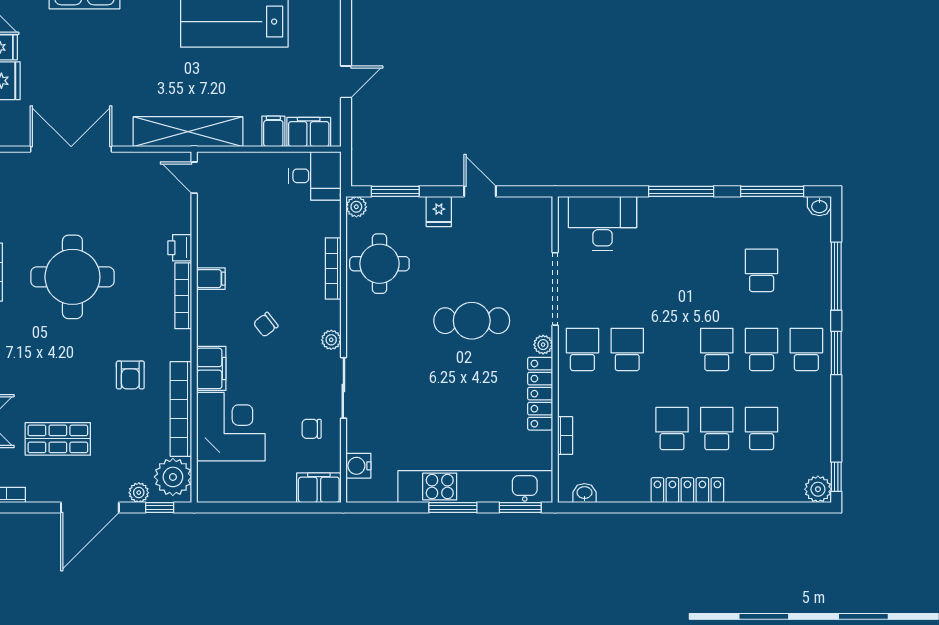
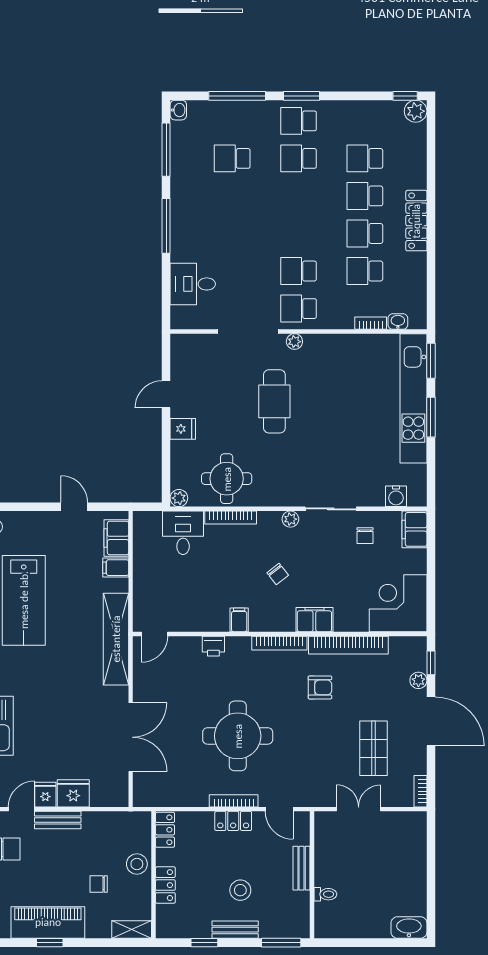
double door: (71, 149) -> (131, 737), swing flipped
desk: (315, 176) -> (183, 533), moved
window: (395, 191) -> (166, 465), removed
desk: (602, 223) -> (193, 284), width x0.73
bookcase: (183, 296) -> (279, 643), moved
school desk: (717, 349) -> (365, 271), moved
locker: (540, 394) -> (336, 344), removed
corner desk: (231, 427) -> (398, 603), moved
plant: (173, 477) -> (405, 652), removed
washbasin: (584, 493) -> (398, 322), moved, turned 90

